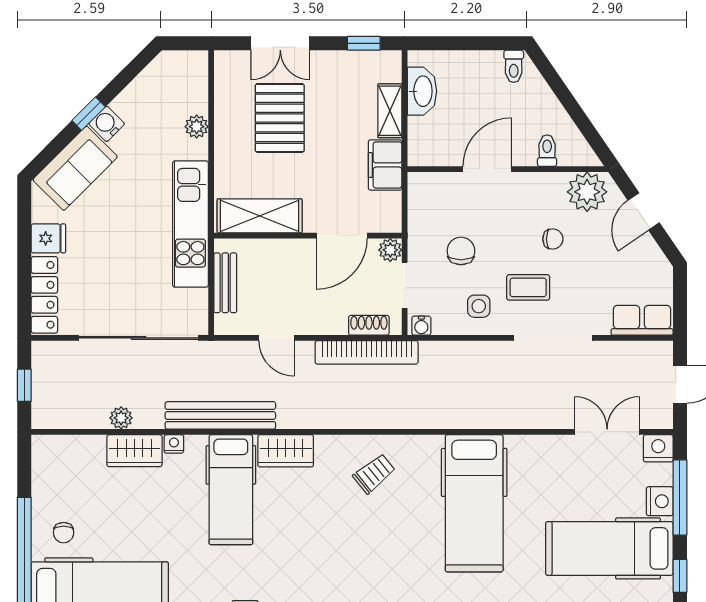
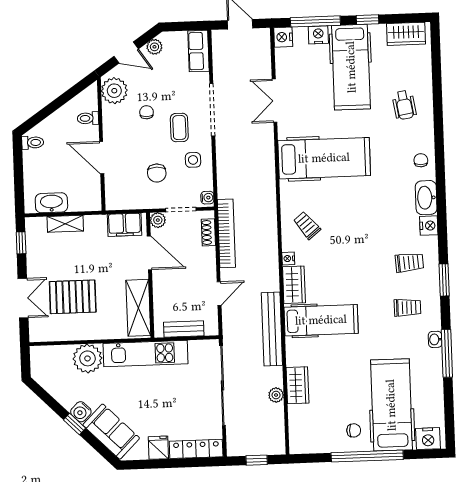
plant: (197, 127) -> (88, 358), width x1.88, depth x1.88
filing cabinet: (385, 165) -> (124, 225), moved
chair: (461, 251) -> (157, 173), turned -90
plant: (651, 254) -> (154, 47), added
double door: (607, 432) -> (275, 101), moved
nightstand: (174, 444) -> (288, 259), moved

